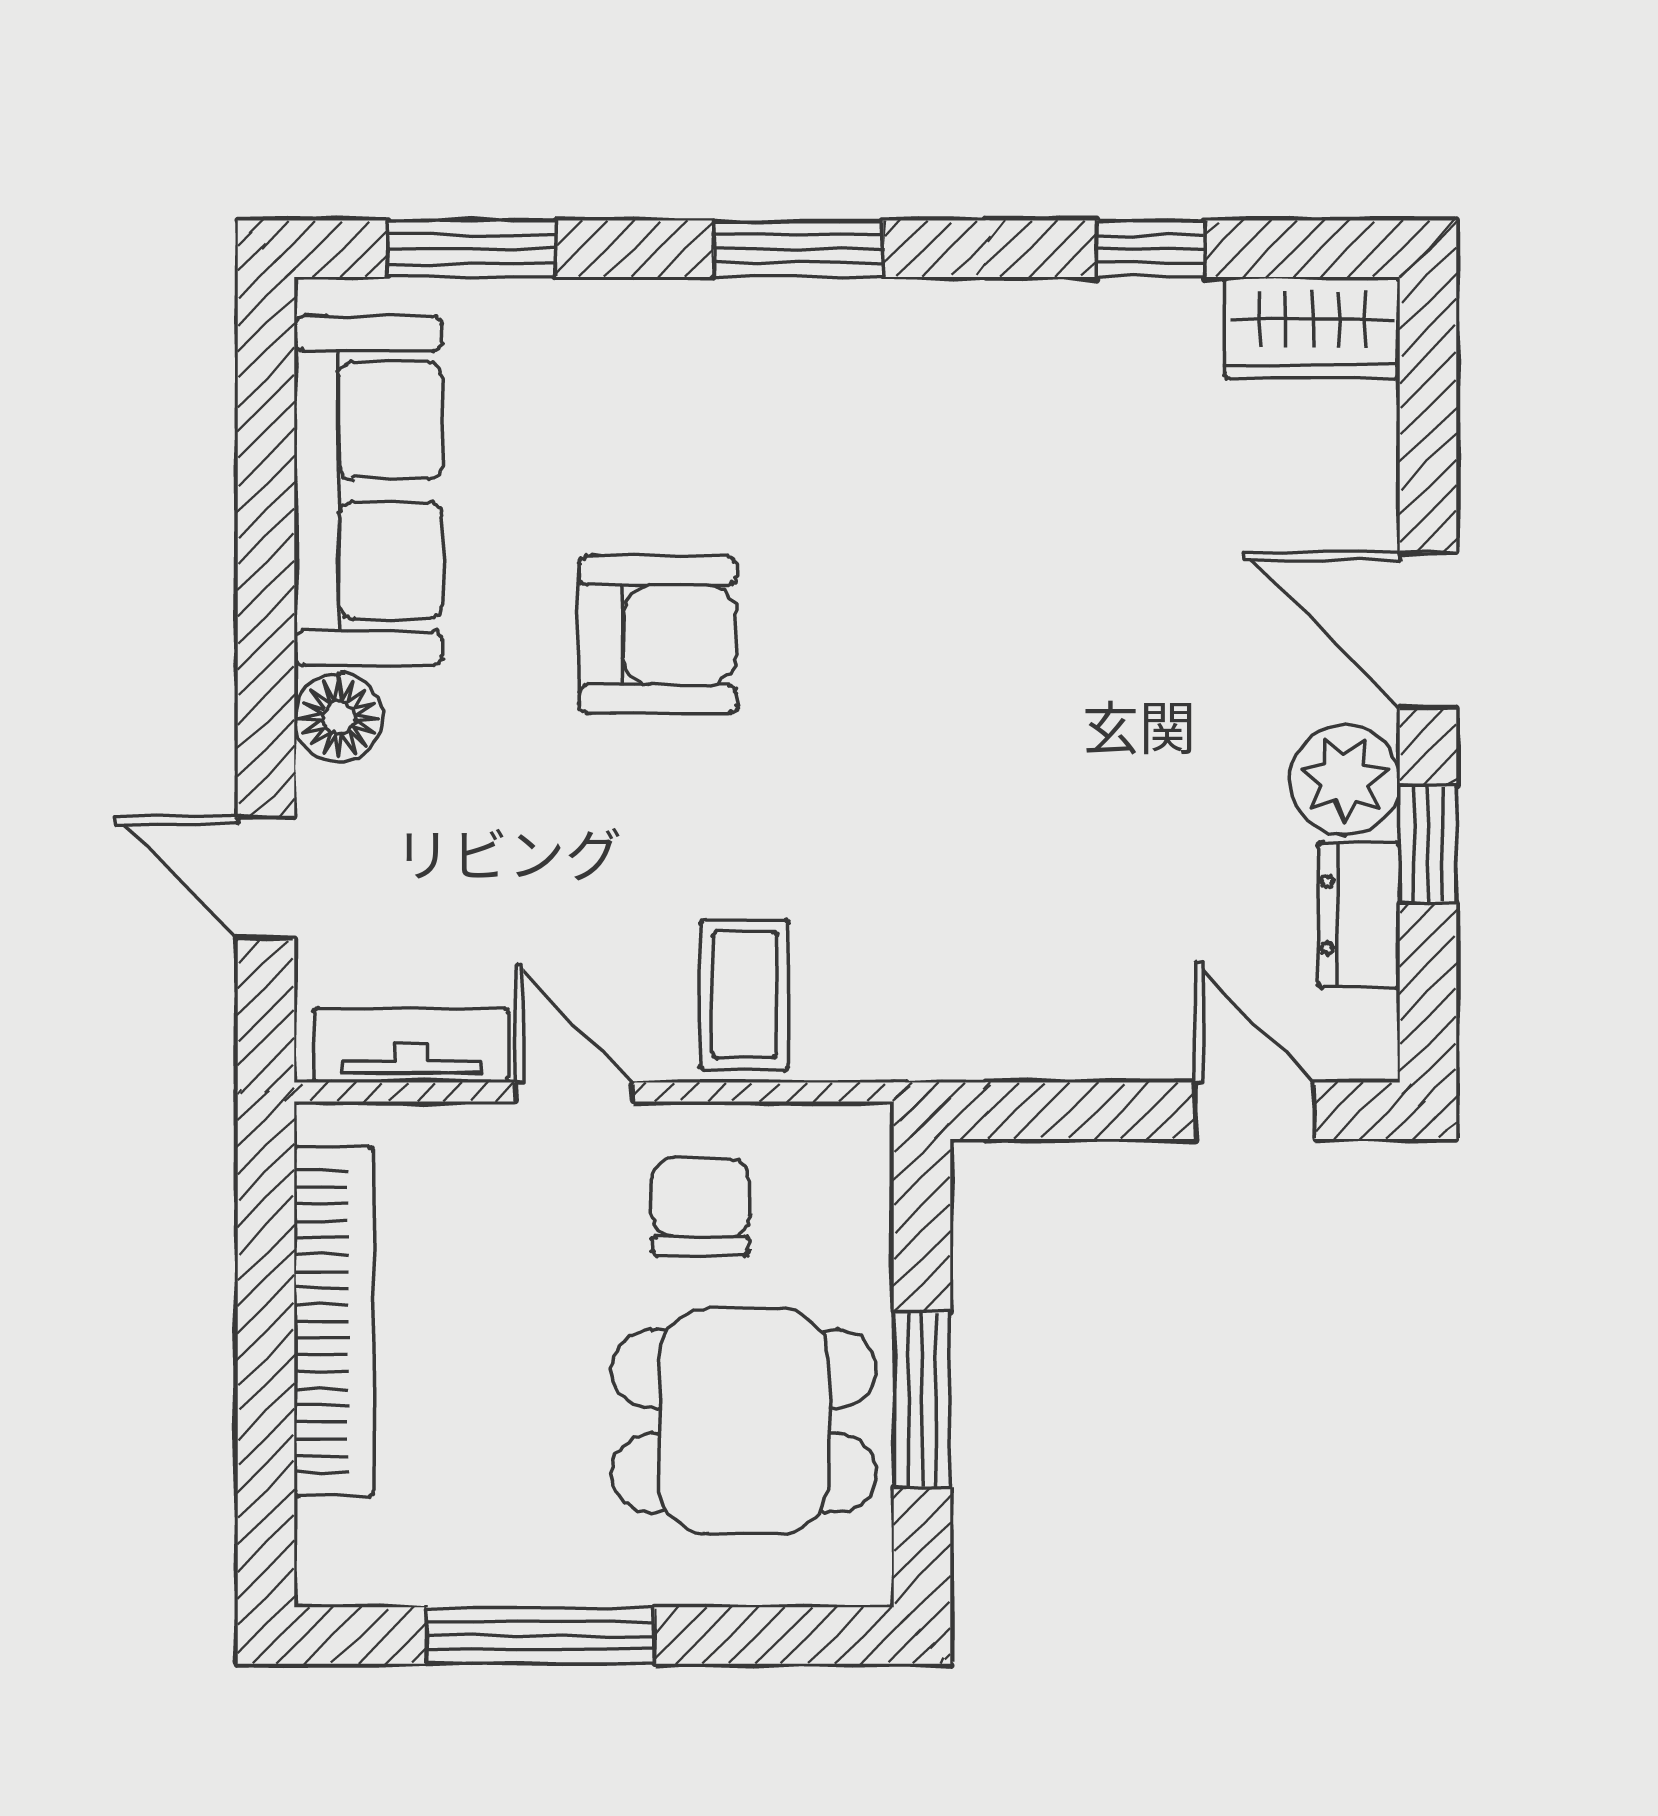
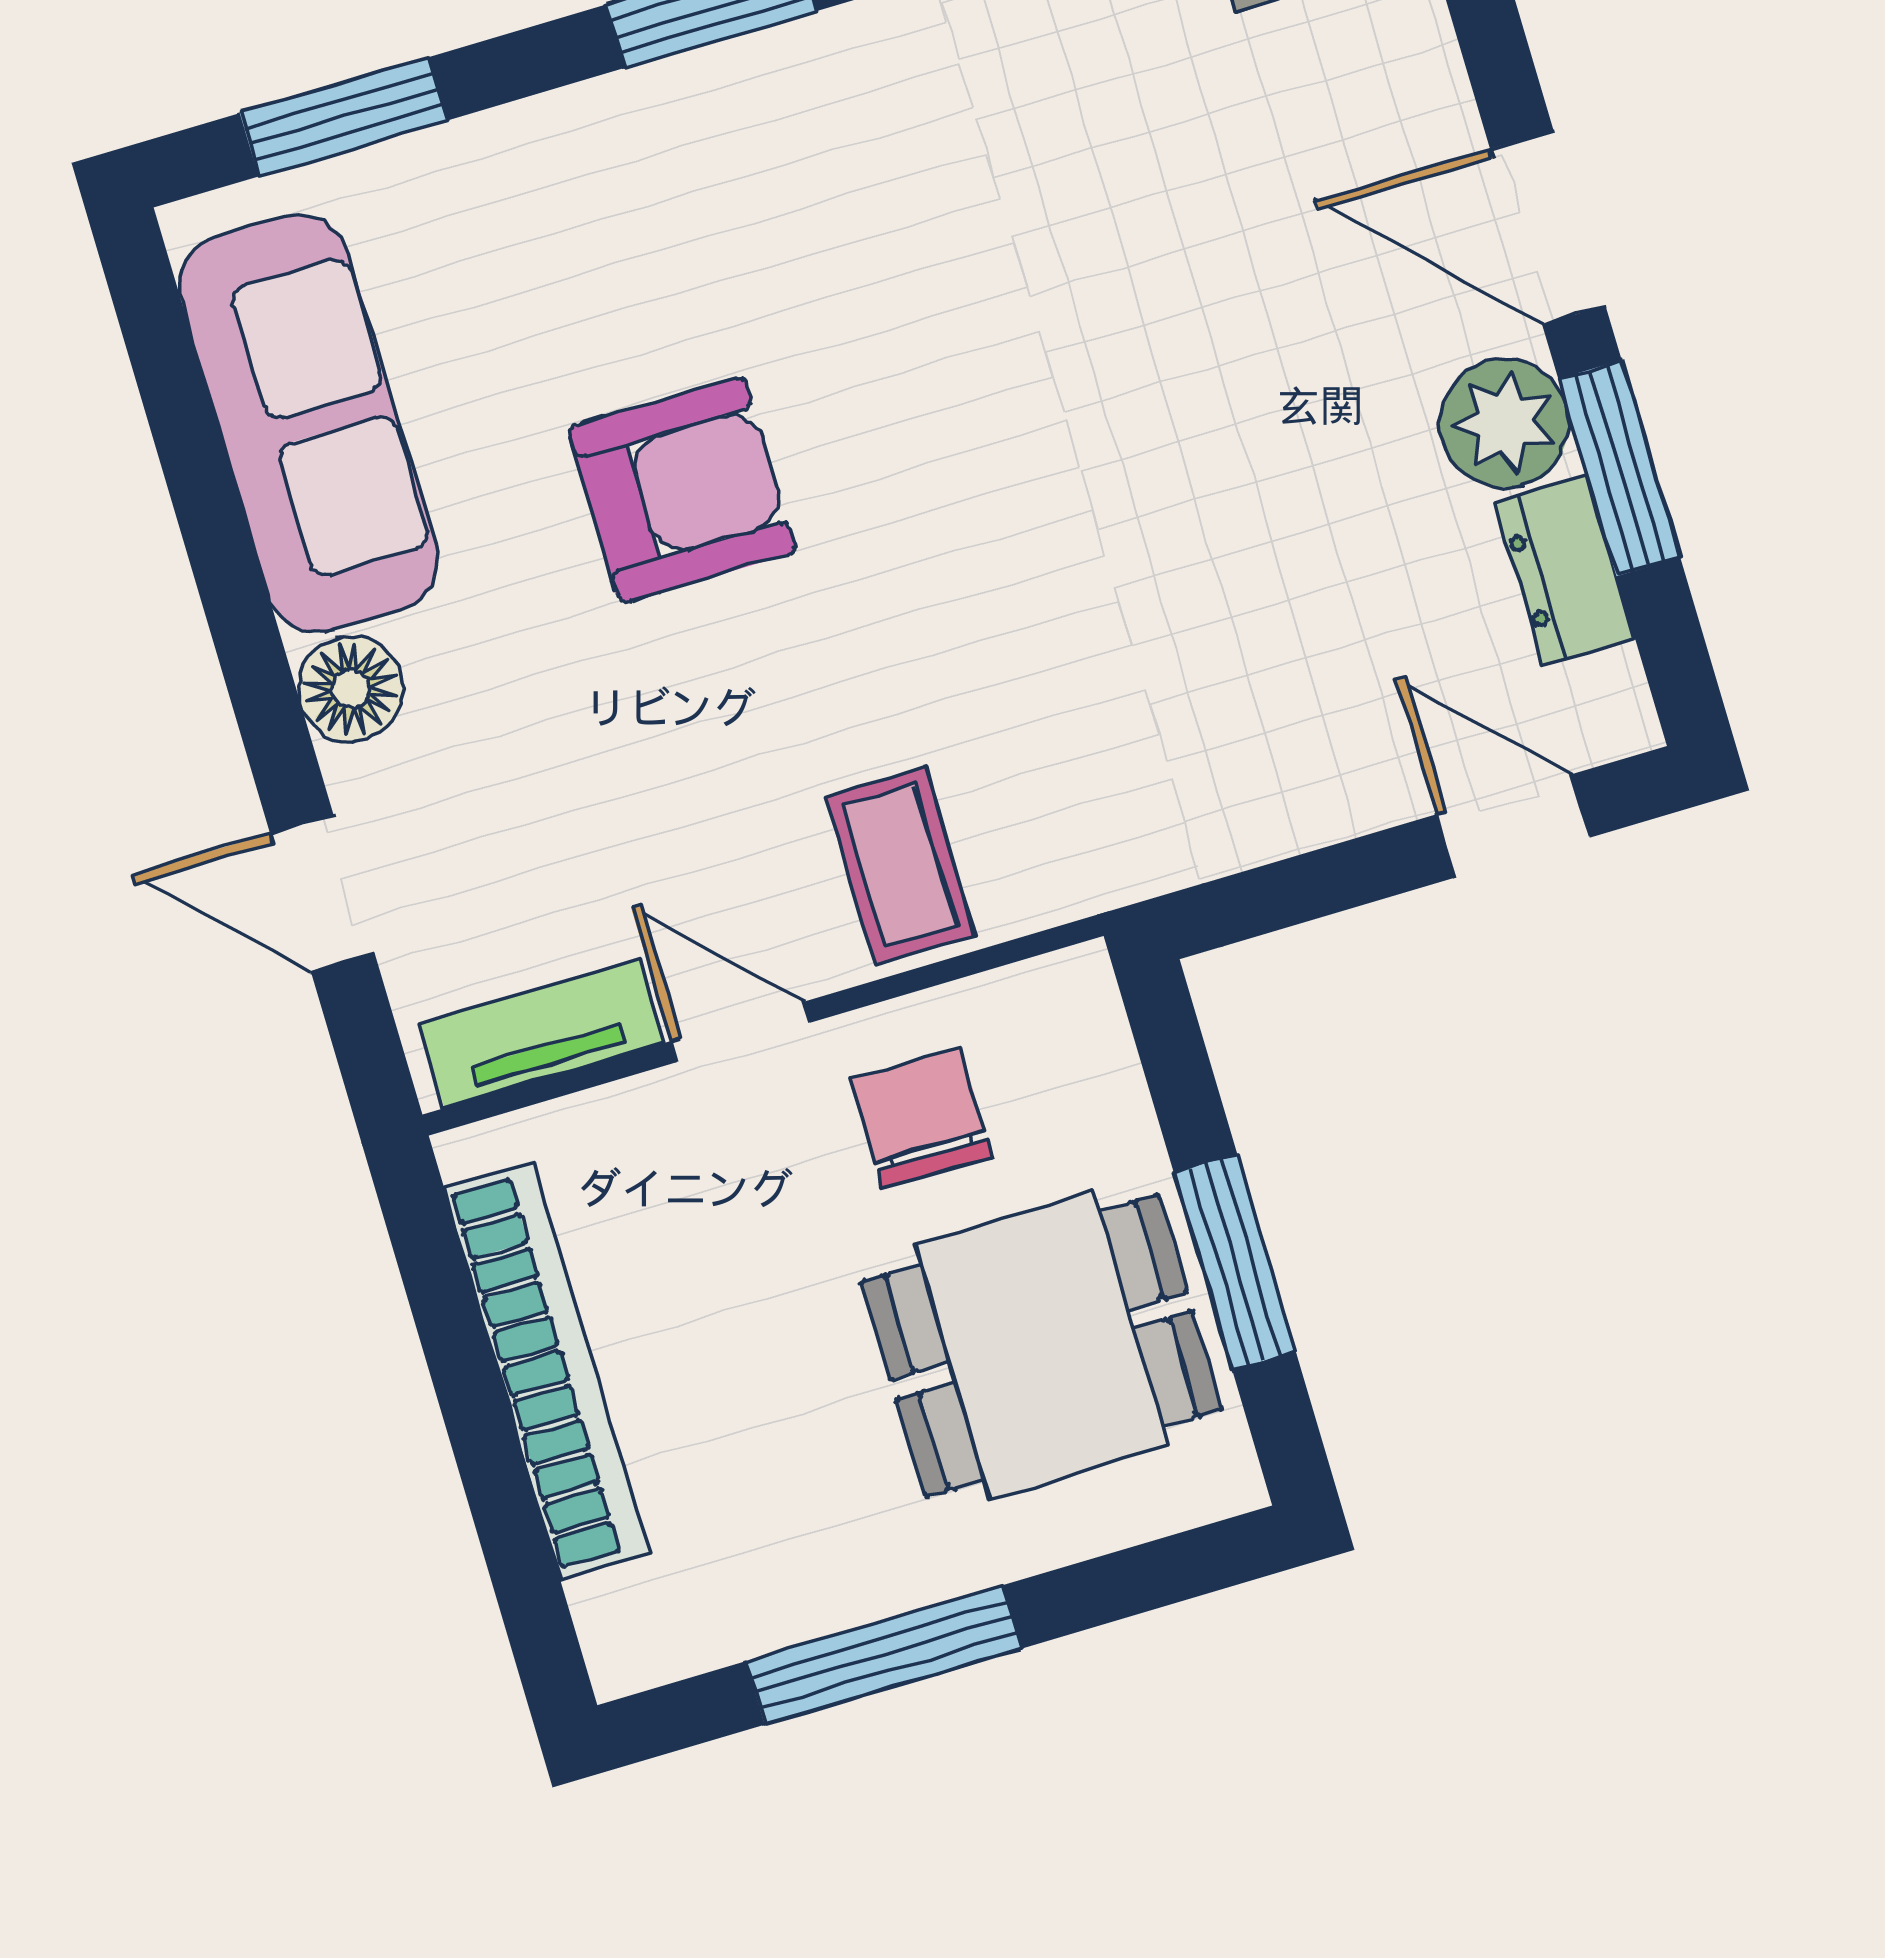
window: (1428, 844) -> (1619, 468), width x1.50

